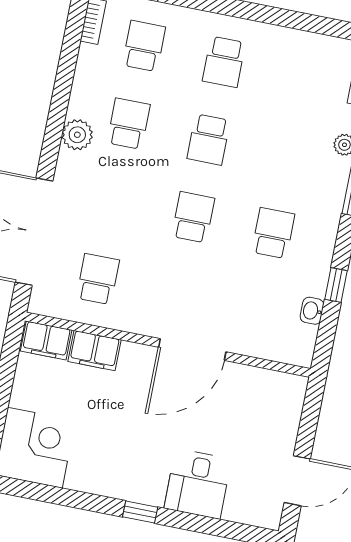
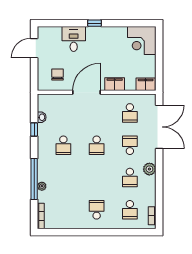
school desk: (209, 140) -> (130, 145), moved
filing cabinet: (94, 351) -> (115, 84), moved
chair: (254, 406) -> (57, 74), added

